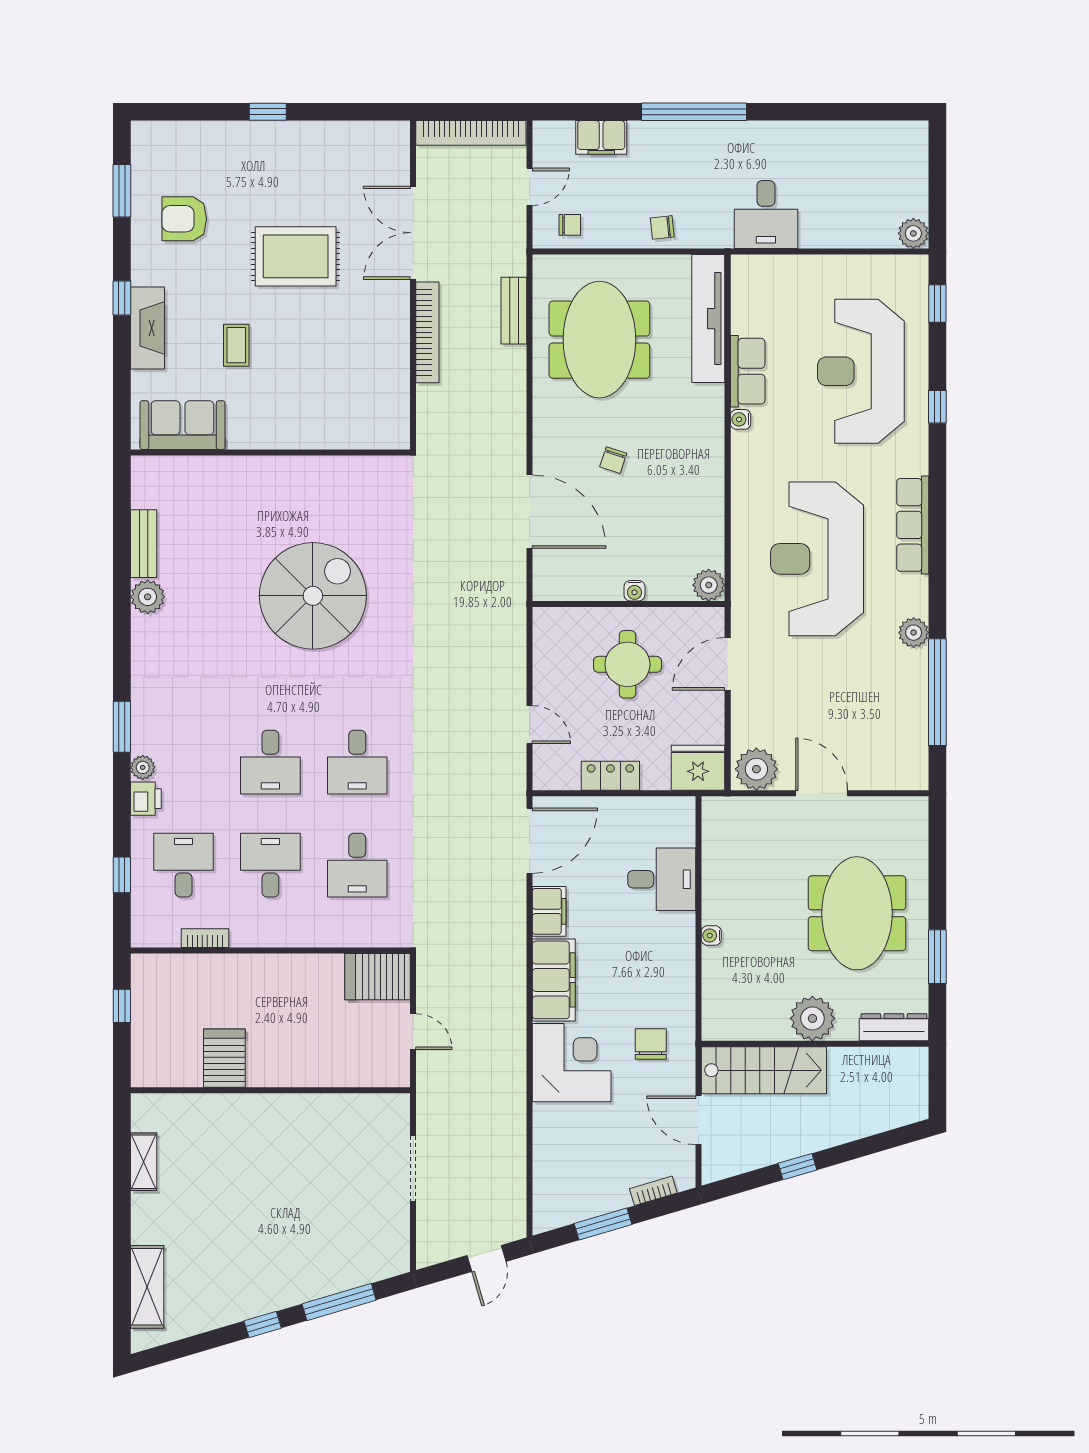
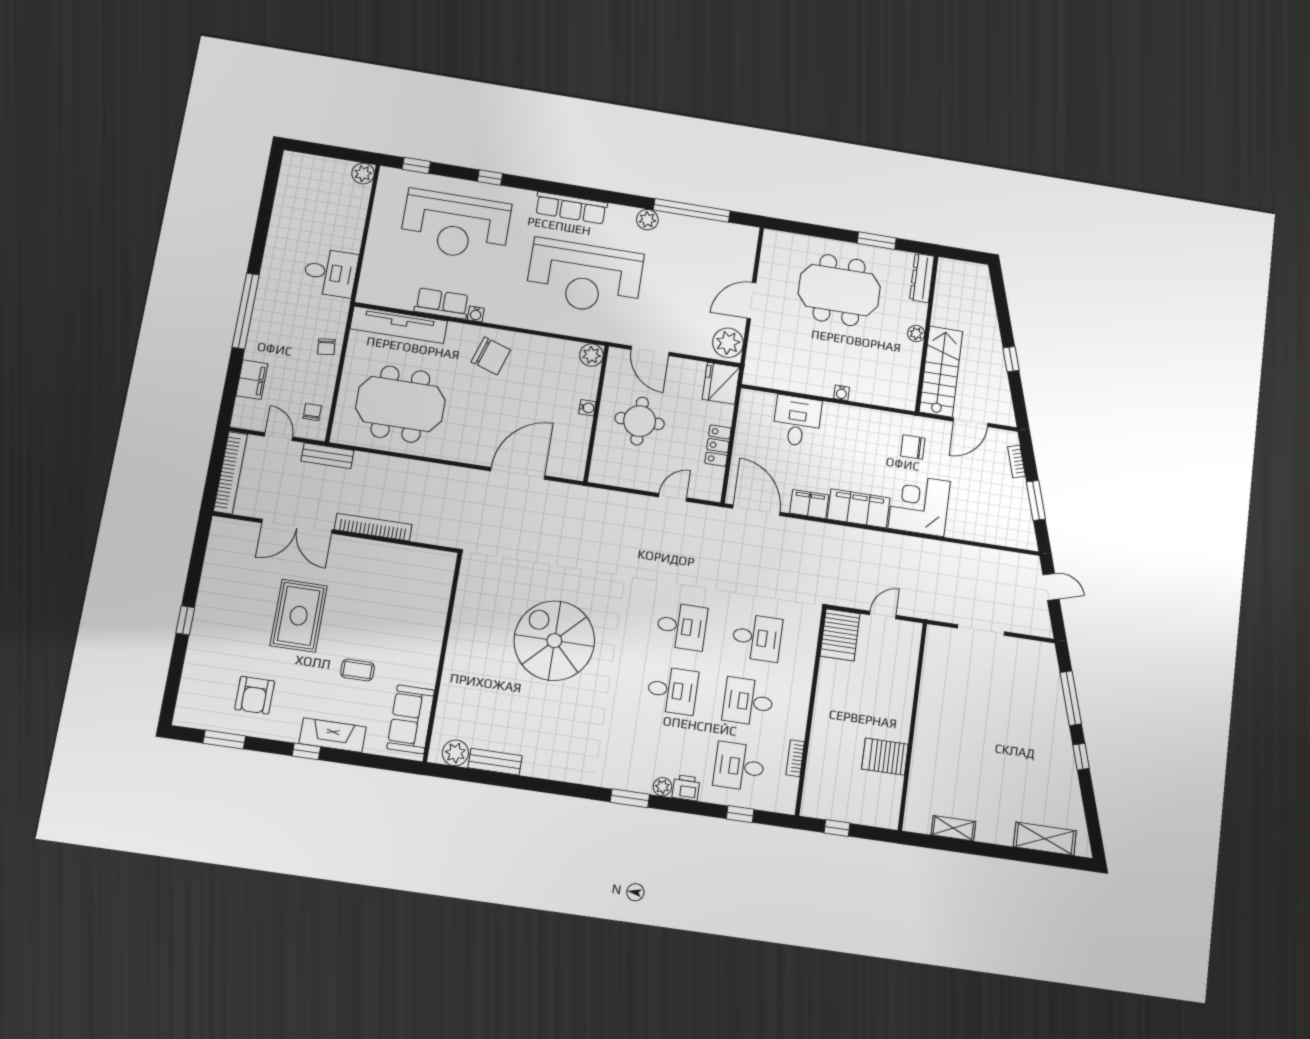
bench: (514, 311) -> (327, 456), moved
chair: (613, 460) -> (491, 356), moved, width x1.87, depth x1.87
plant: (148, 597) -> (455, 753), moved
plant: (812, 1018) -> (916, 333), width x0.53, depth x0.53

